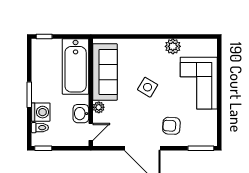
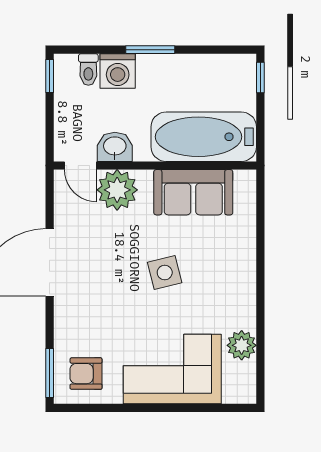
plant: (173, 46) -> (242, 345), moved
sofa: (105, 72) -> (193, 192), width x0.73
side table: (148, 87) -> (165, 273), turned 45
plant: (99, 107) -> (117, 190), width x1.88, depth x1.88
armchair: (171, 126) -> (86, 374), moved, turned -93

